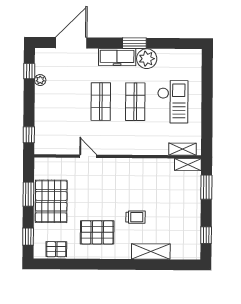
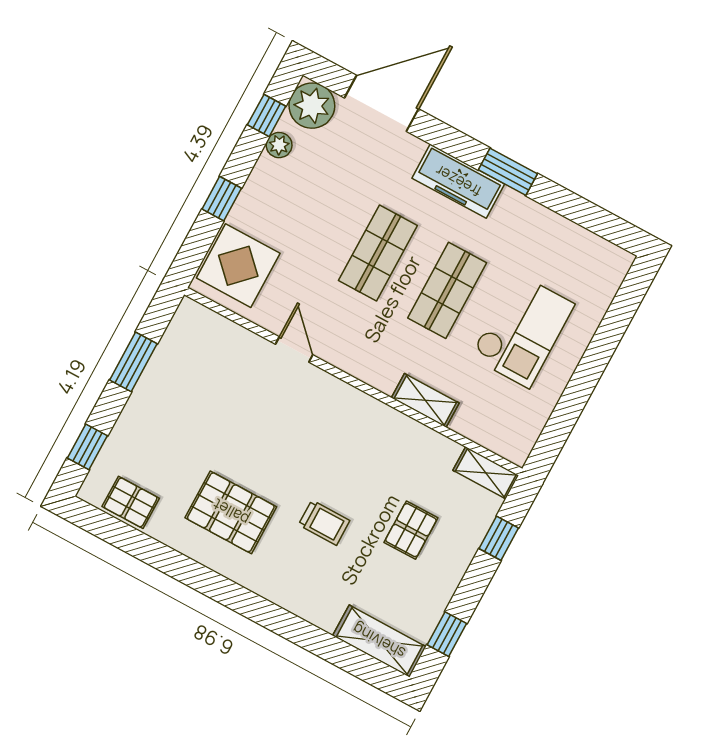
plant: (147, 59) -> (312, 106), moved
window: (29, 135) -> (222, 199), moved
display table: (49, 135) -> (238, 266), added
shelving: (183, 149) -> (425, 400), moved
window: (206, 187) -> (499, 538), width x0.67
pallet: (51, 201) -> (411, 530), moved, width x0.49, depth x0.50
shelving: (151, 251) -> (379, 641), moved

